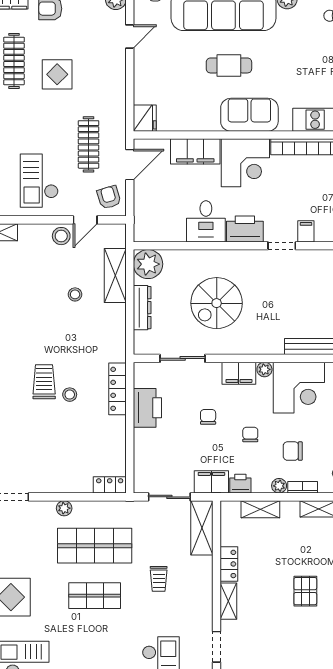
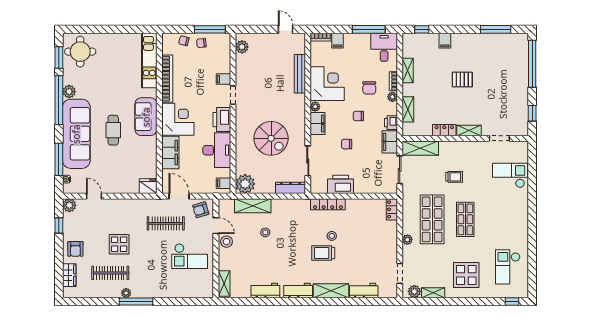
desk: (206, 221) -> (217, 150), width x1.37
filing cabinet: (149, 231) -> (223, 183), added
dresser: (142, 308) -> (290, 188), moved

